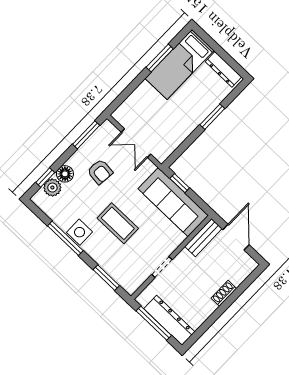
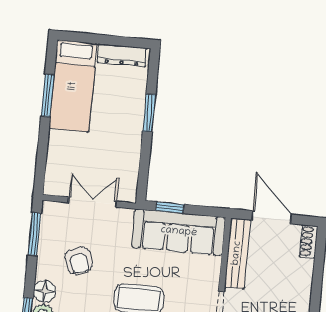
double door: (136, 143) -> (92, 202), swing flipped
armchair: (100, 172) -> (79, 261), turned 64
bench: (203, 238) -> (237, 253), width x1.36
shoe rack: (224, 293) -> (309, 241), moved

